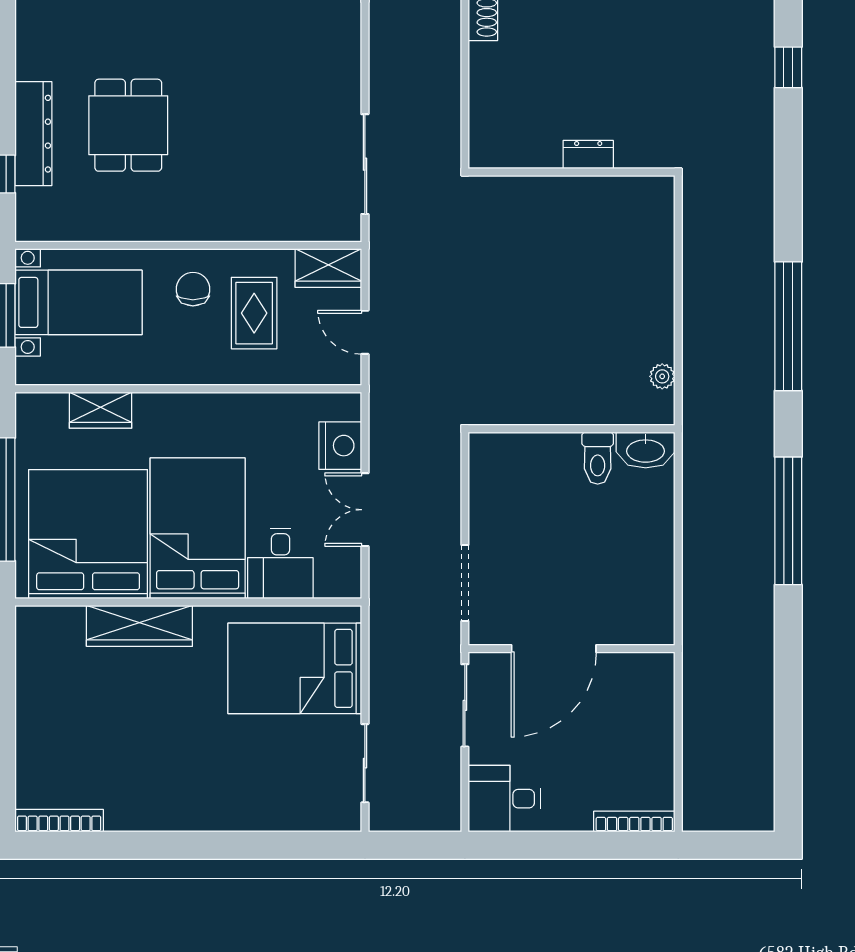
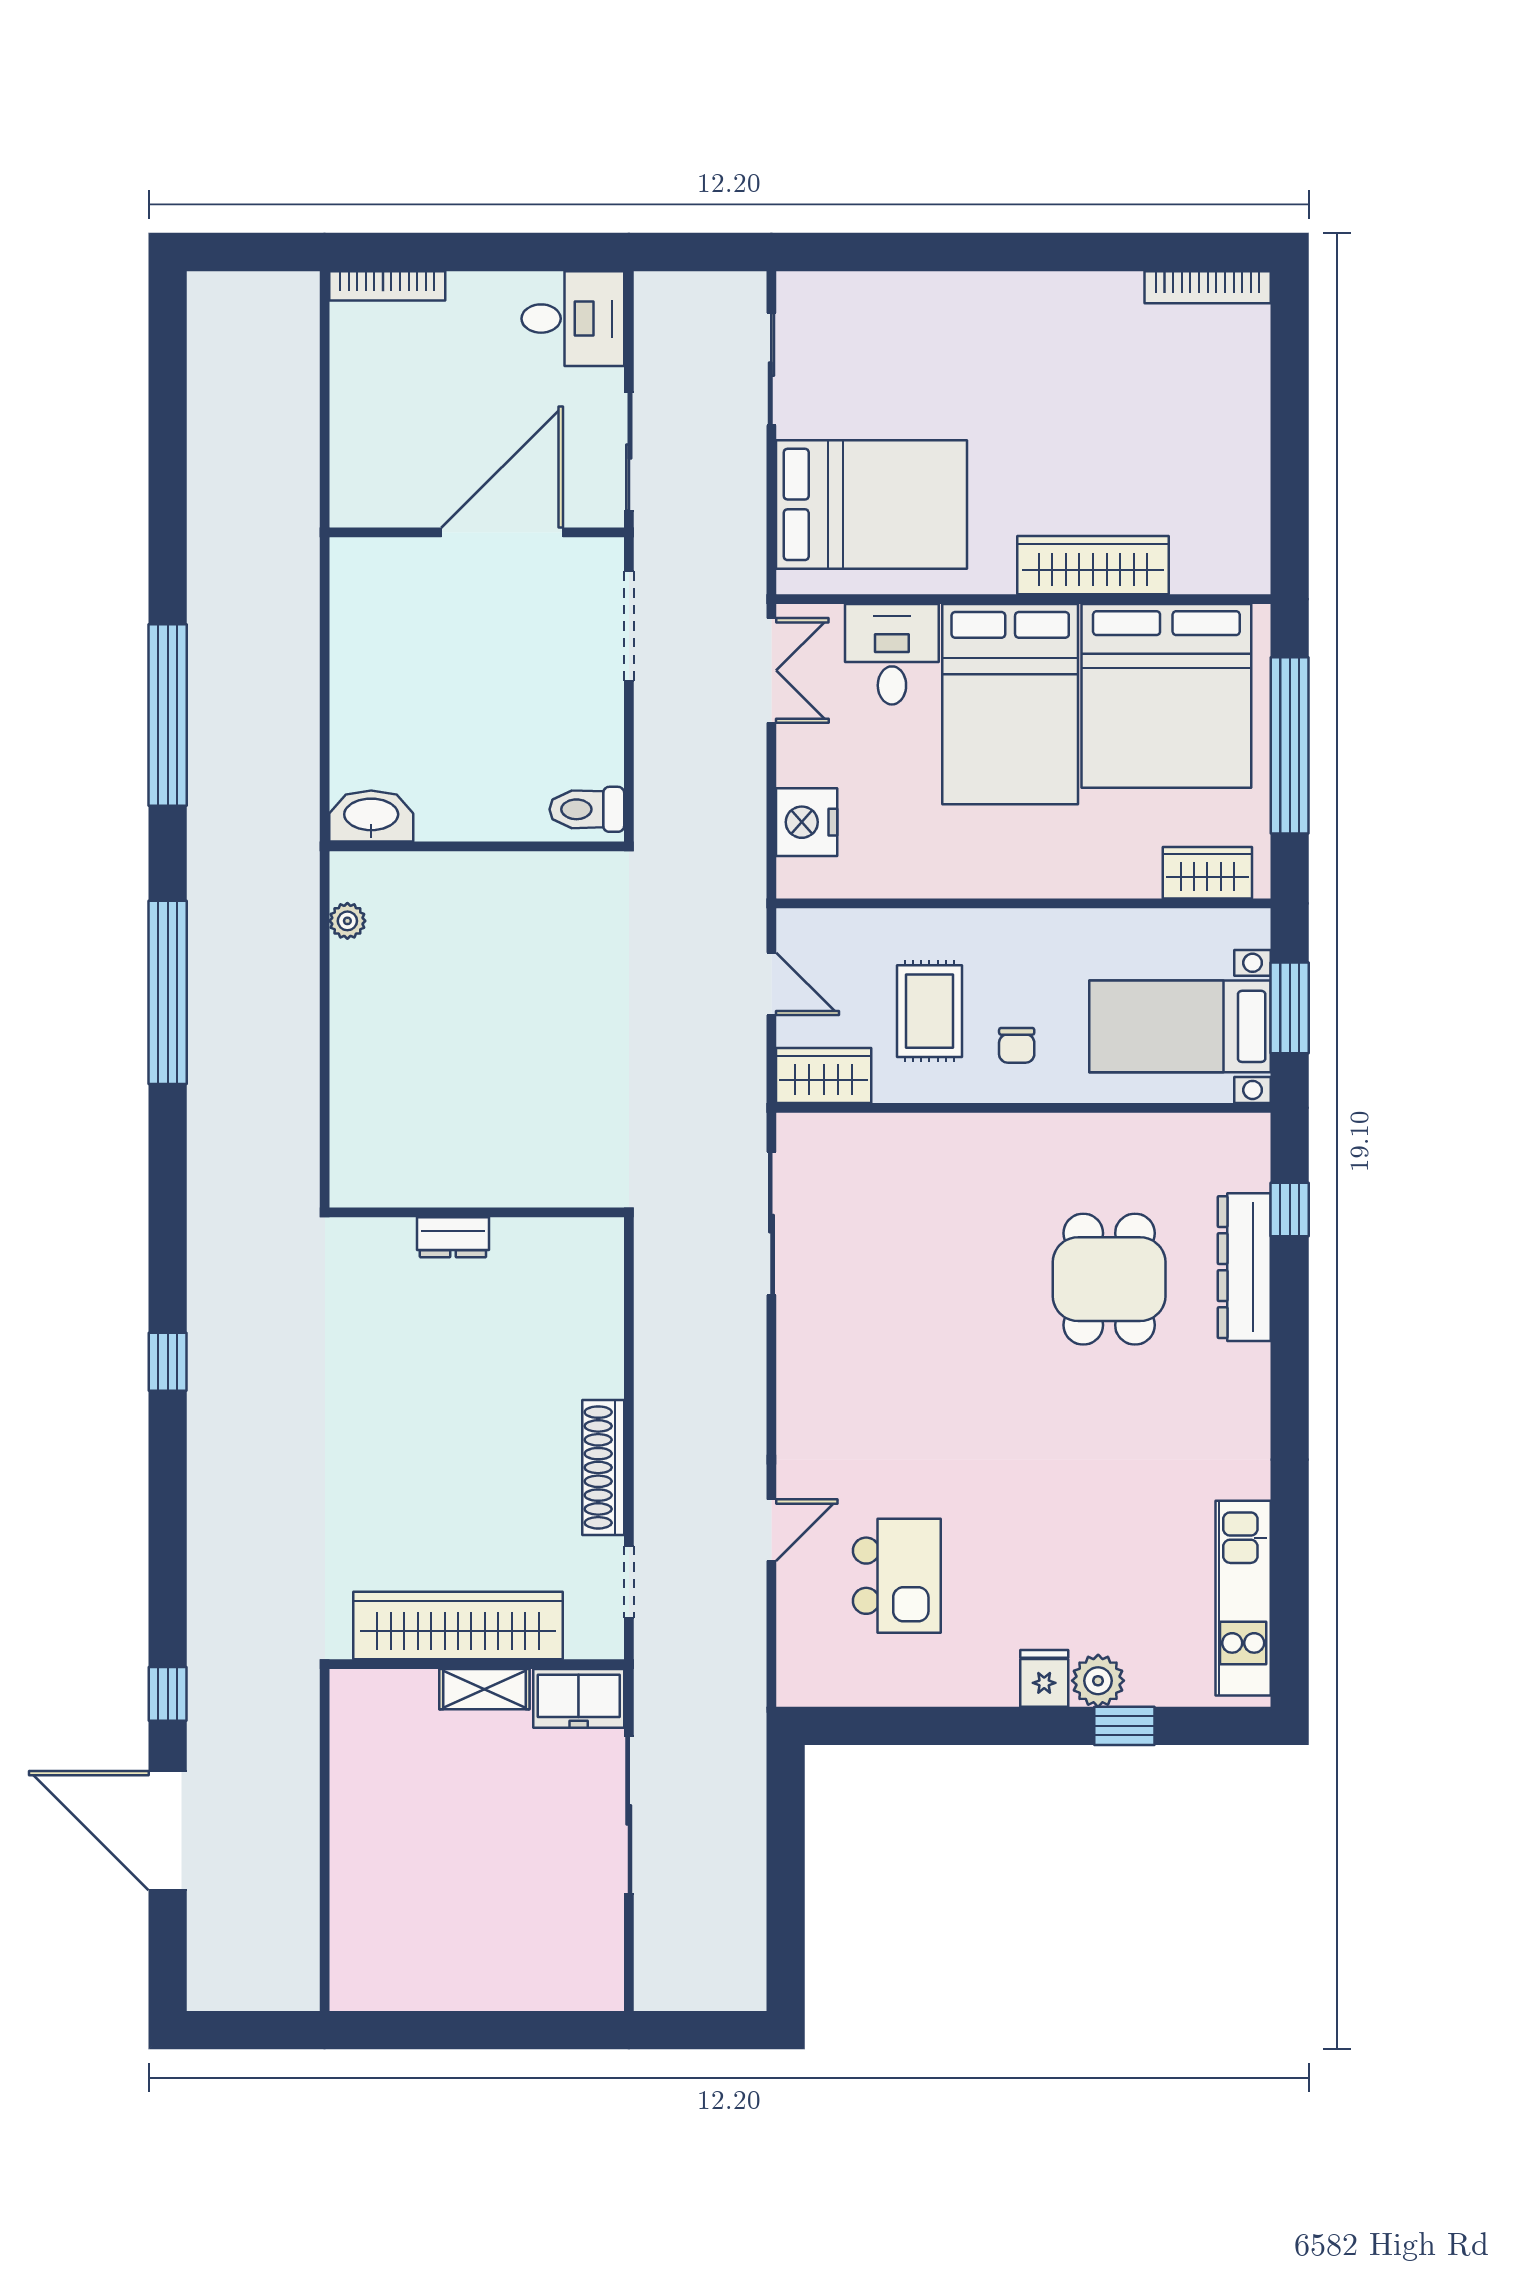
chair: (193, 289) -> (1017, 1045), width x0.73, depth x0.73
wardrobe: (100, 410) -> (1207, 873), moved
toilet: (598, 458) -> (587, 809), moved, turned -90
double door: (365, 510) -> (771, 670), moved

